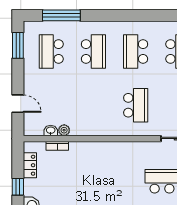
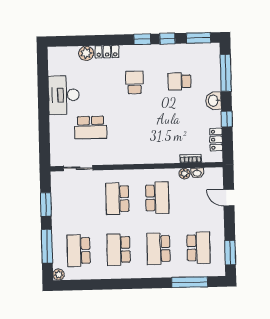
school desk: (136, 52) -> (119, 250), turned 180
school desk: (93, 105) -> (157, 198), added

